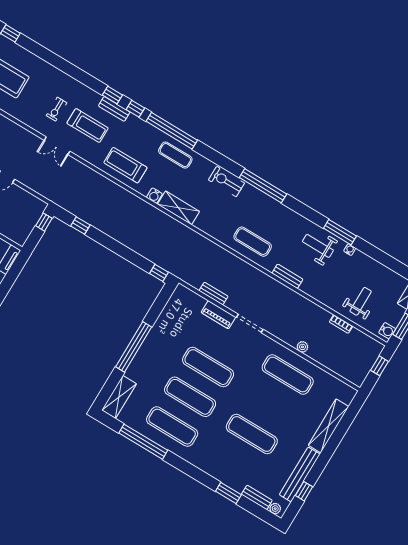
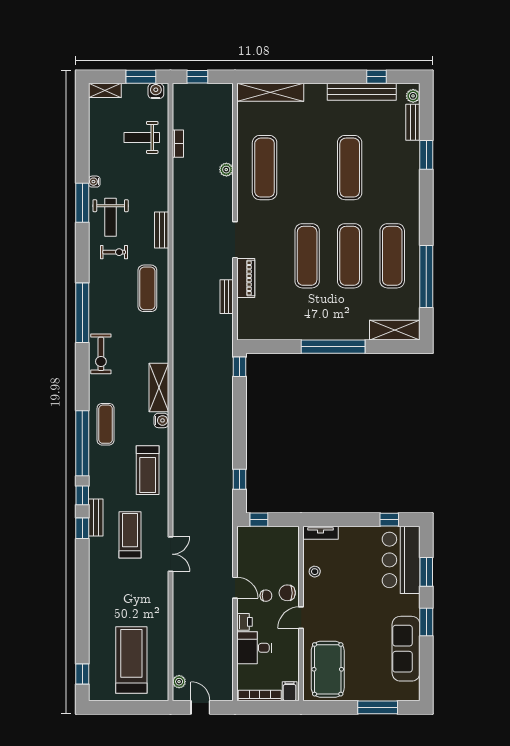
exercise bike: (57, 109) -> (114, 252), moved
shelving: (328, 426) -> (270, 92), moved

